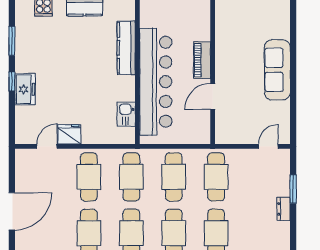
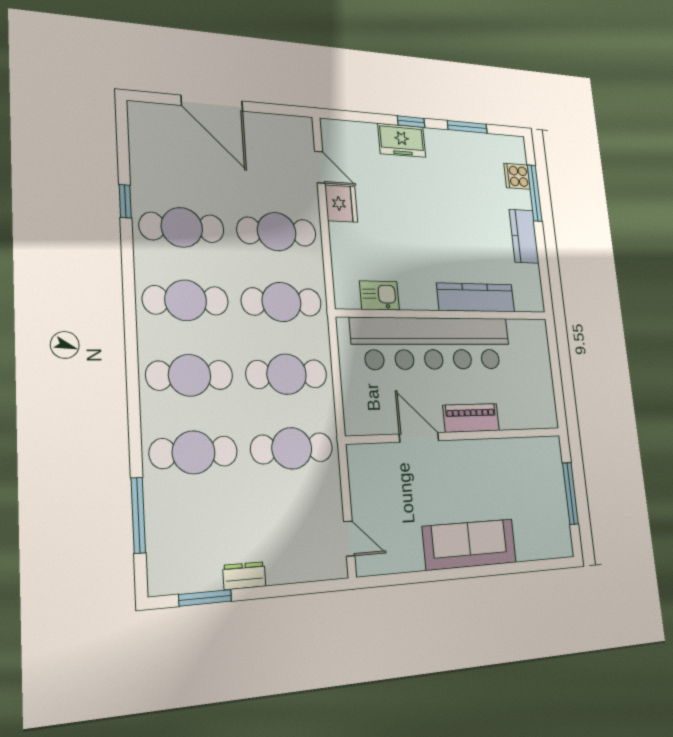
window: (293, 189) -> (205, 598), moved

